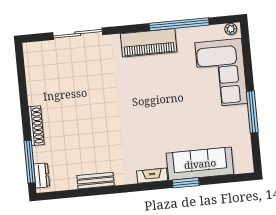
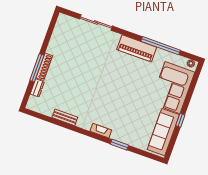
window: (252, 112) -> (180, 120), width x0.46
window: (30, 162) -> (37, 68), moved
sofa: (200, 164) -> (163, 132), moved, turned -90
dresser: (42, 175) -> (37, 88), moved

